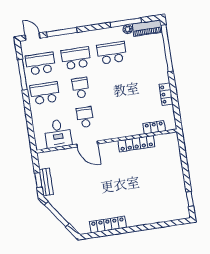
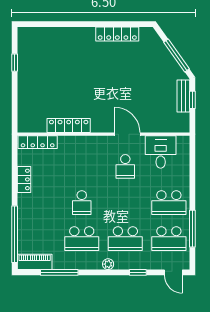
plant: (128, 29) -> (108, 264), moved
window: (62, 32) -> (138, 272), width x0.46
school desk: (80, 88) -> (82, 203), moved
locker: (154, 127) -> (38, 142), width x1.53
window: (190, 199) -> (15, 63), moved

